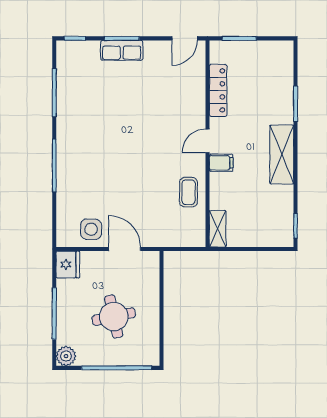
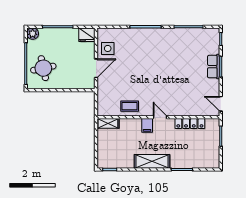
round table: (114, 317) -> (43, 68), moved

